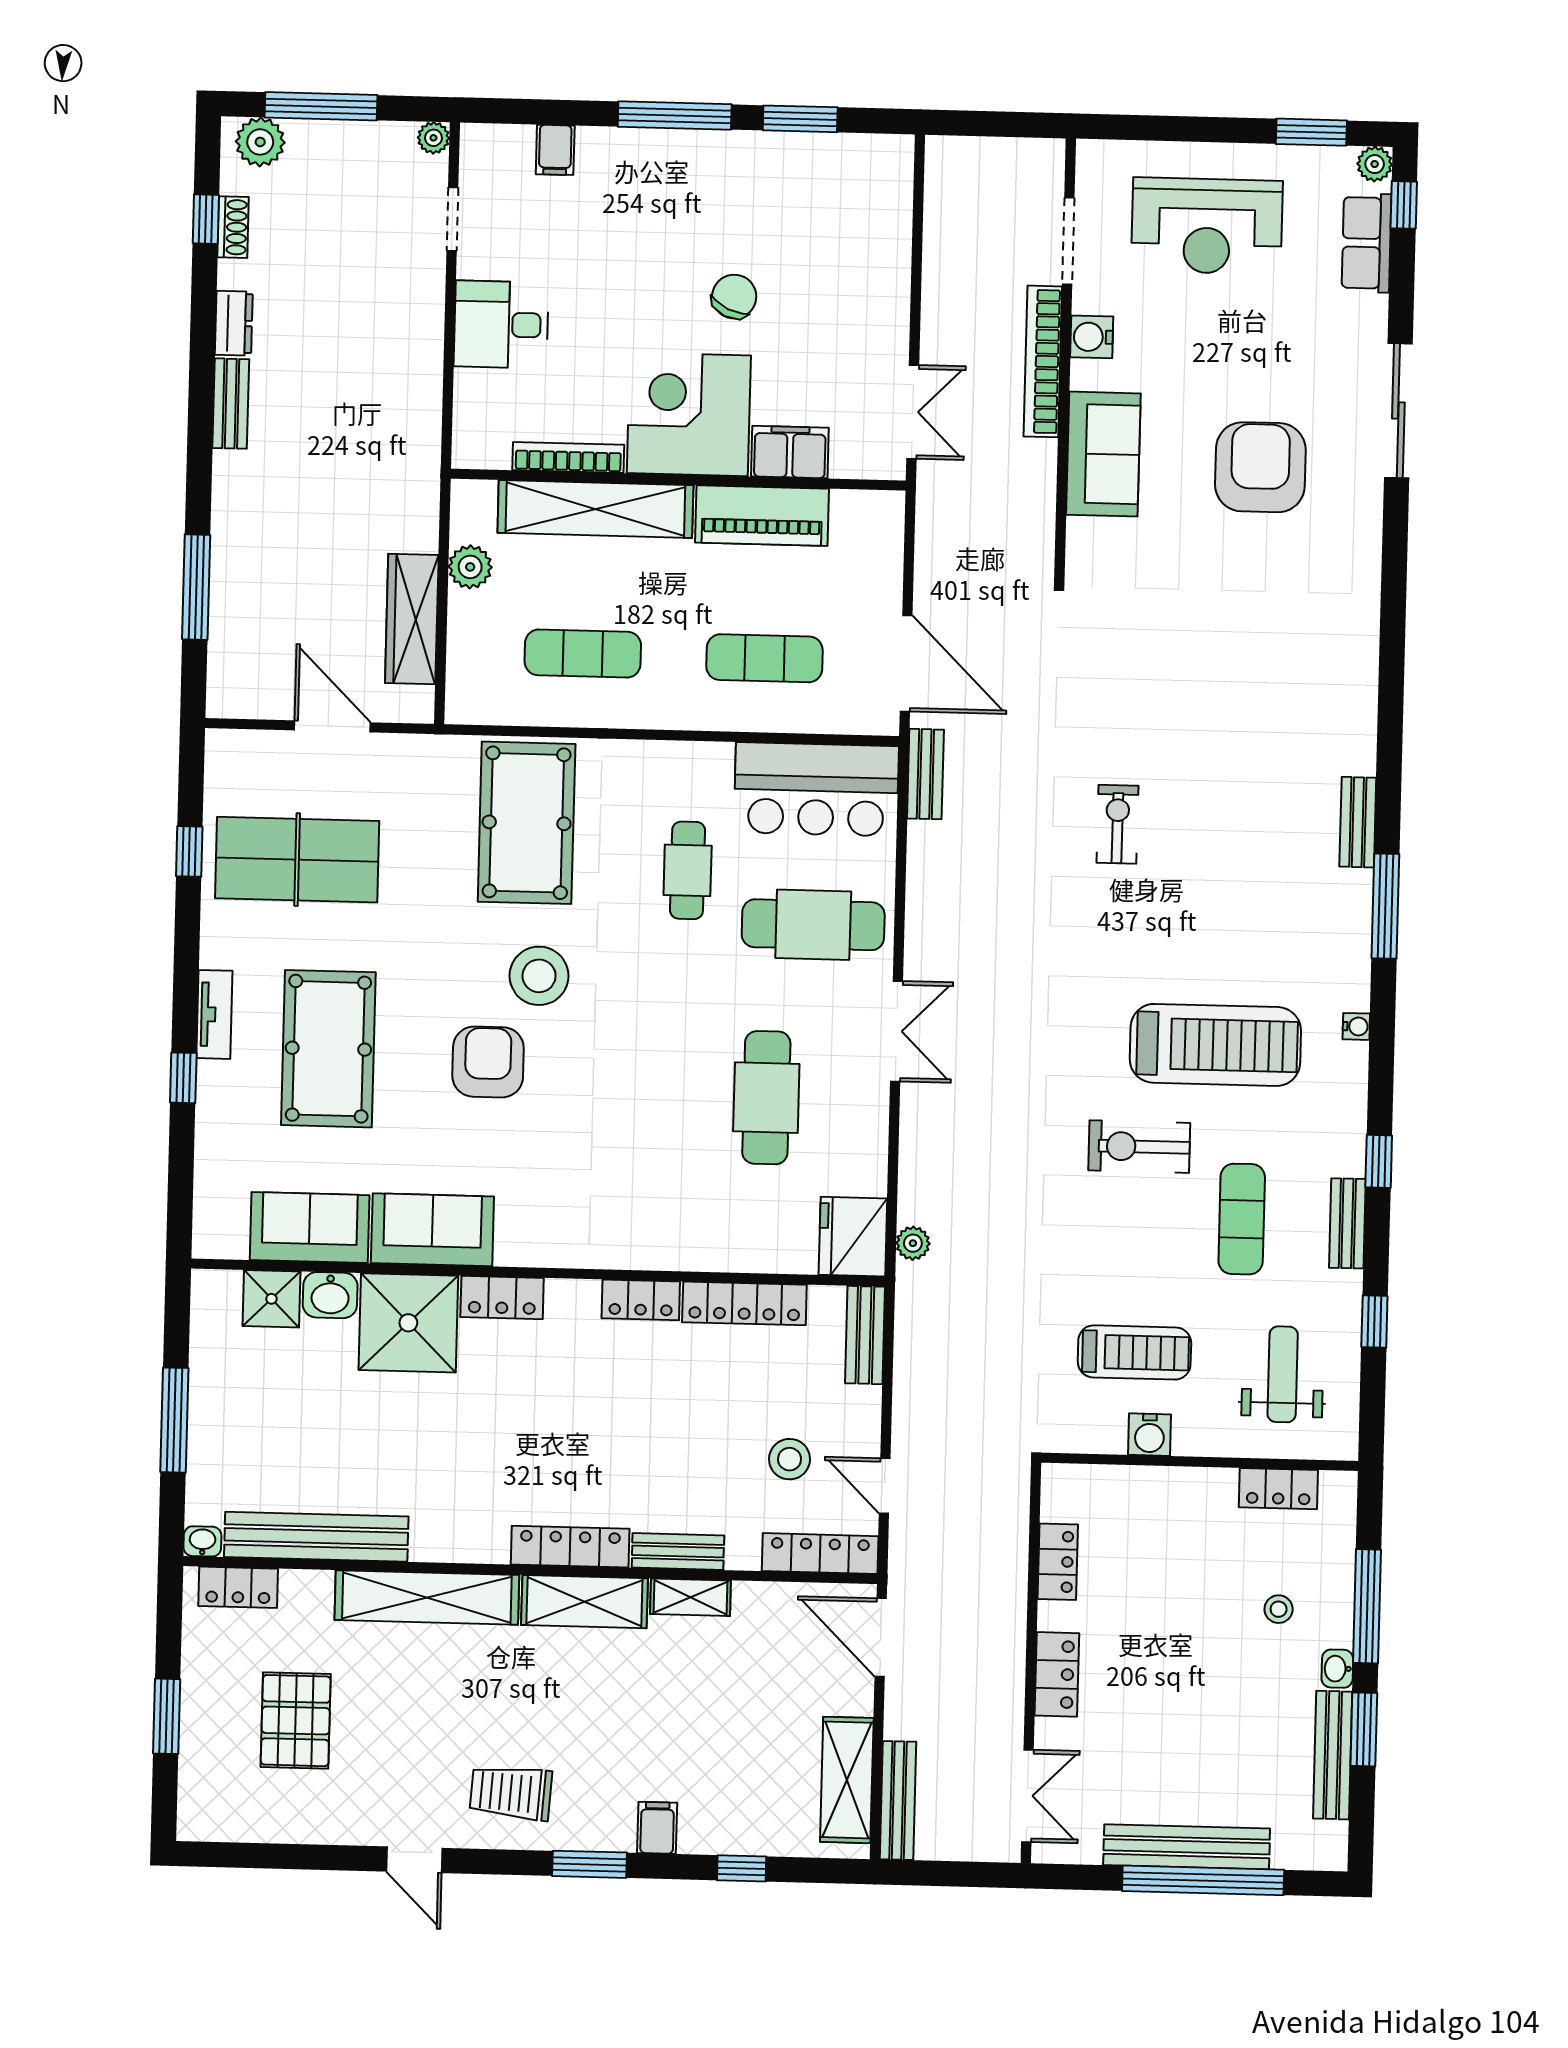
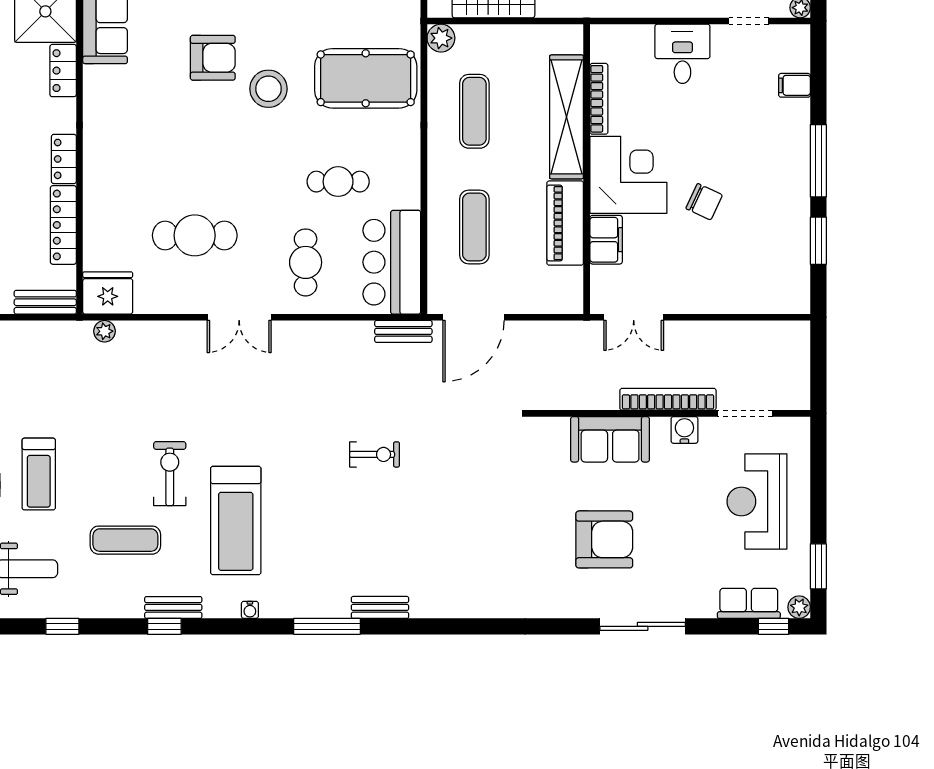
plant: (470, 567) -> (441, 38), moved
cafe table: (813, 925) -> (306, 262), width x0.73, depth x0.74
bench: (1347, 1223) -> (173, 607), moved

